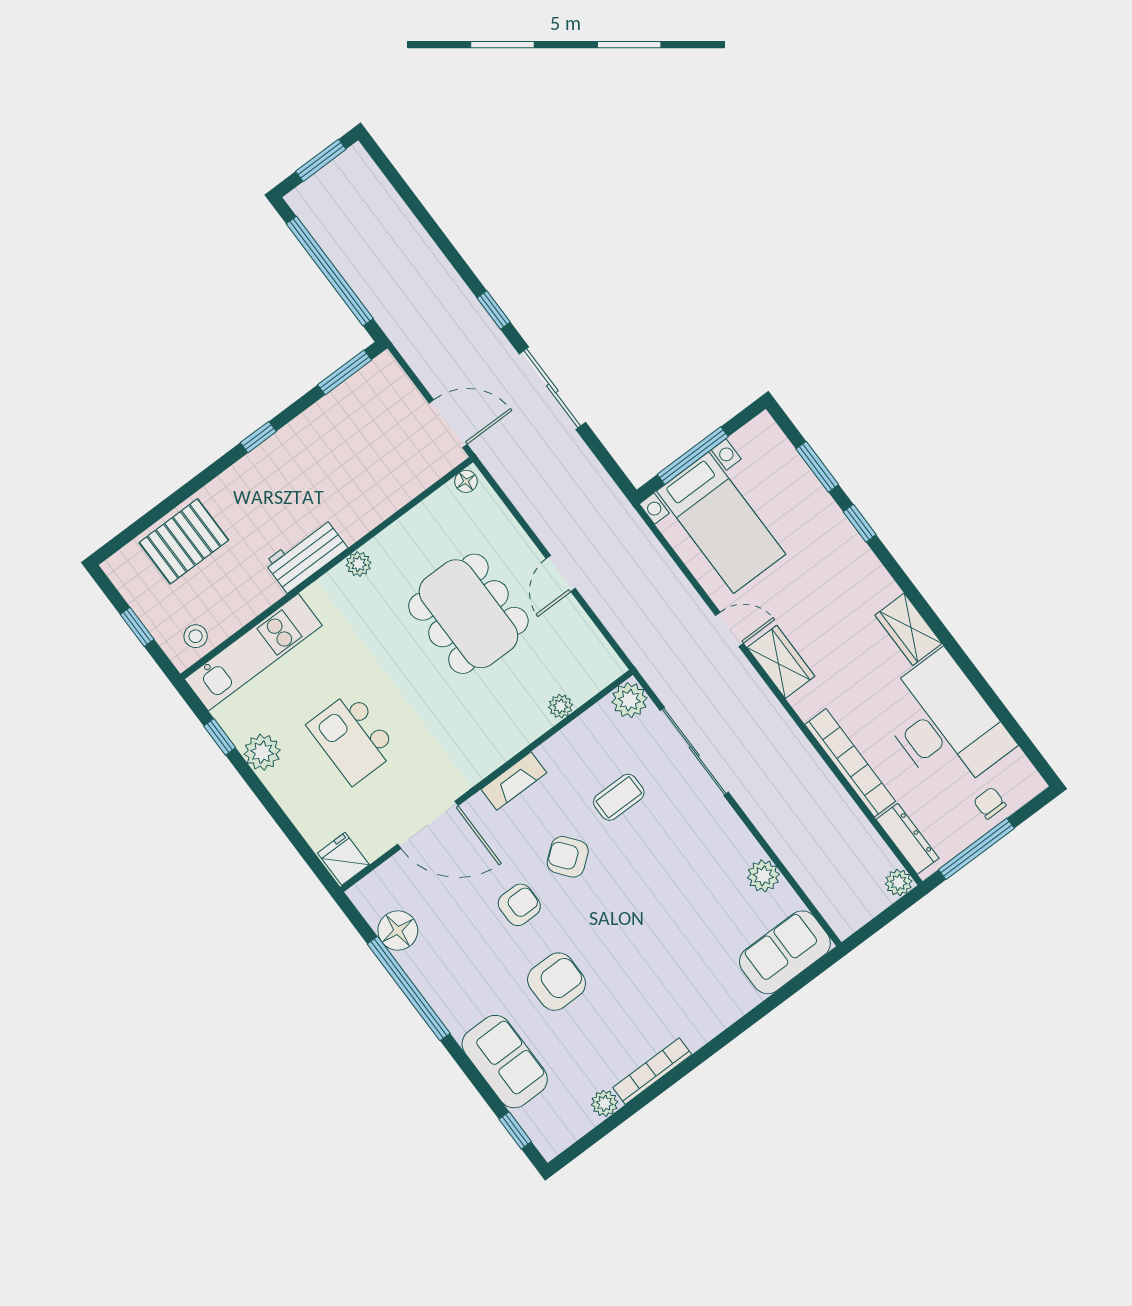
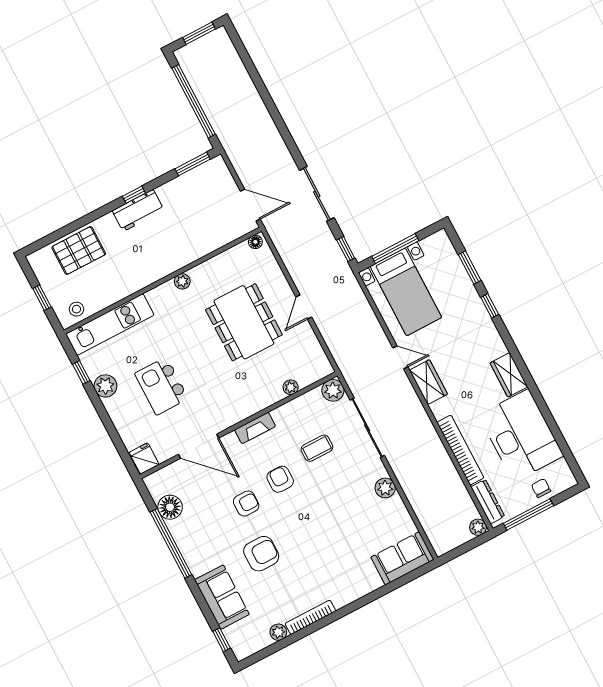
window: (494, 310) -> (346, 249), moved
workbench: (306, 555) -> (138, 210), moved, turned 180
armchair: (568, 857) -> (280, 479), turned 38
plant: (763, 876) -> (385, 488), moved

